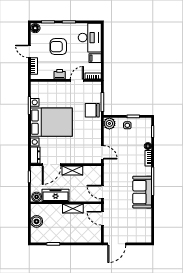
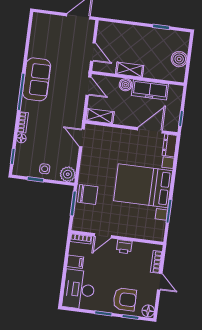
armchair: (58, 47) -> (125, 299), moved
shelving: (72, 171) -> (100, 116), moved
boiler: (37, 197) -> (126, 85), moved

